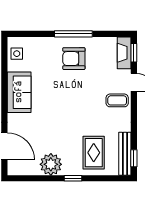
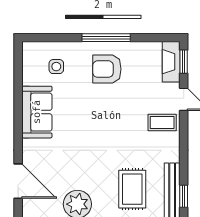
side table: (17, 54) -> (56, 67), moved

